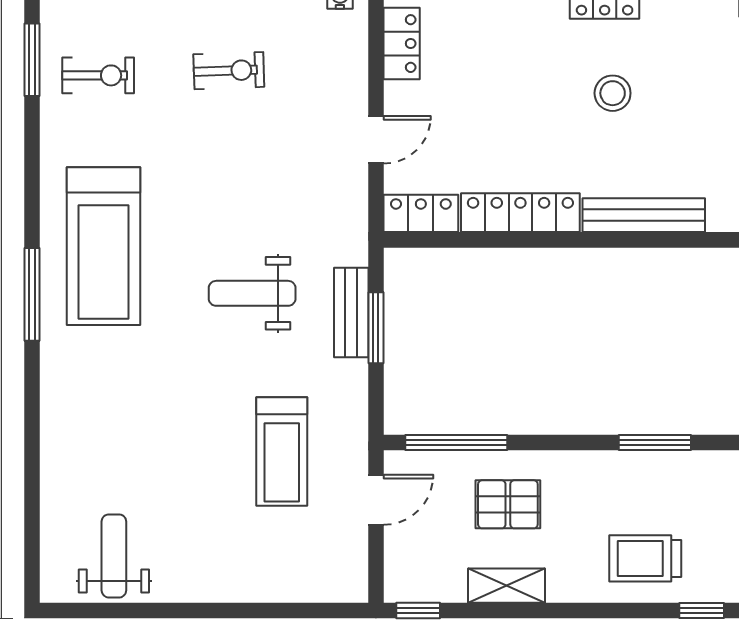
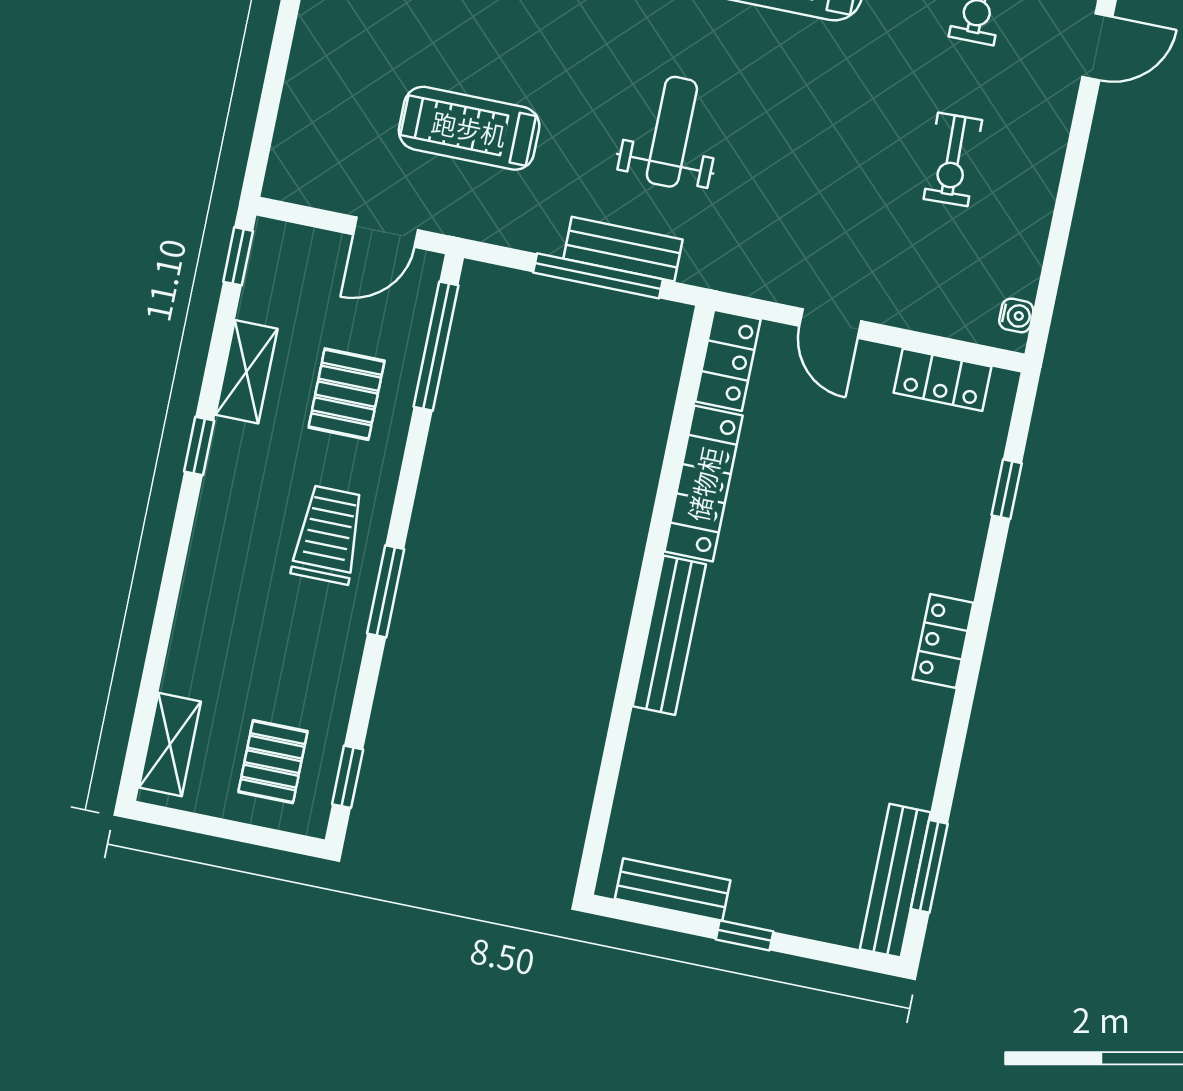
stool: (613, 93) -> (828, 628), removed
window: (376, 328) -> (598, 276), width x1.44
door: (376, 500) -> (385, 232), hinge flipped
trolley: (645, 558) -> (328, 535), moved
window: (702, 611) -> (199, 446), moved

